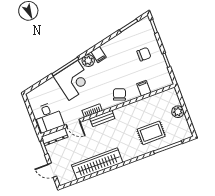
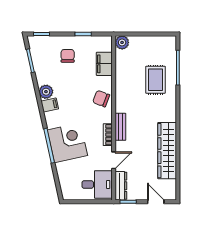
plant: (88, 61) -> (46, 92), moved
filing cabinet: (144, 88) -> (104, 64), width x2.00
plant: (178, 112) -> (122, 42), moved
door: (52, 170) -> (156, 202), swing flipped

